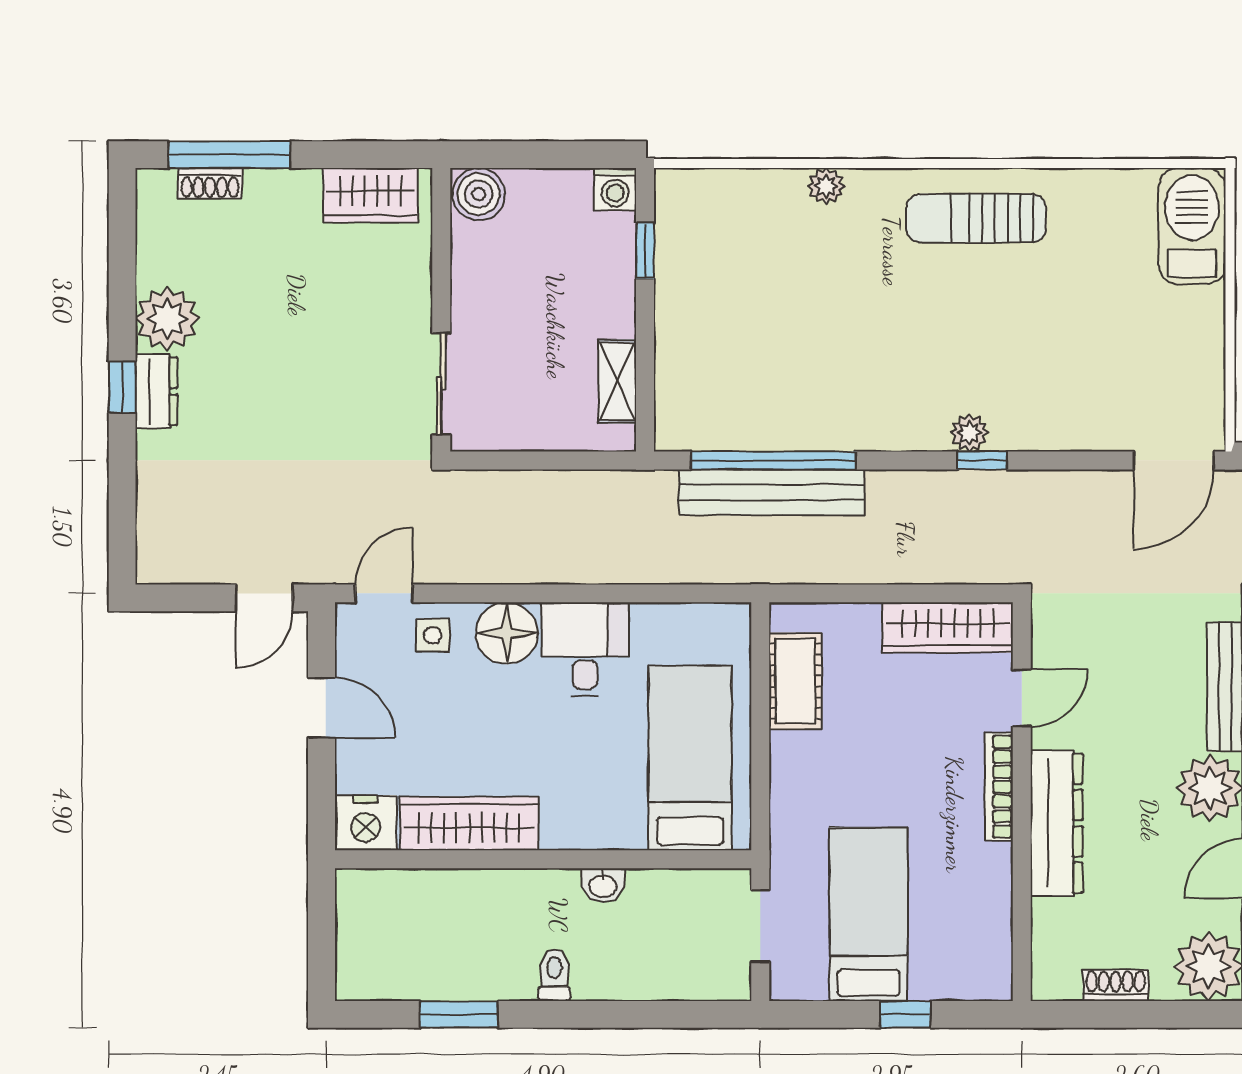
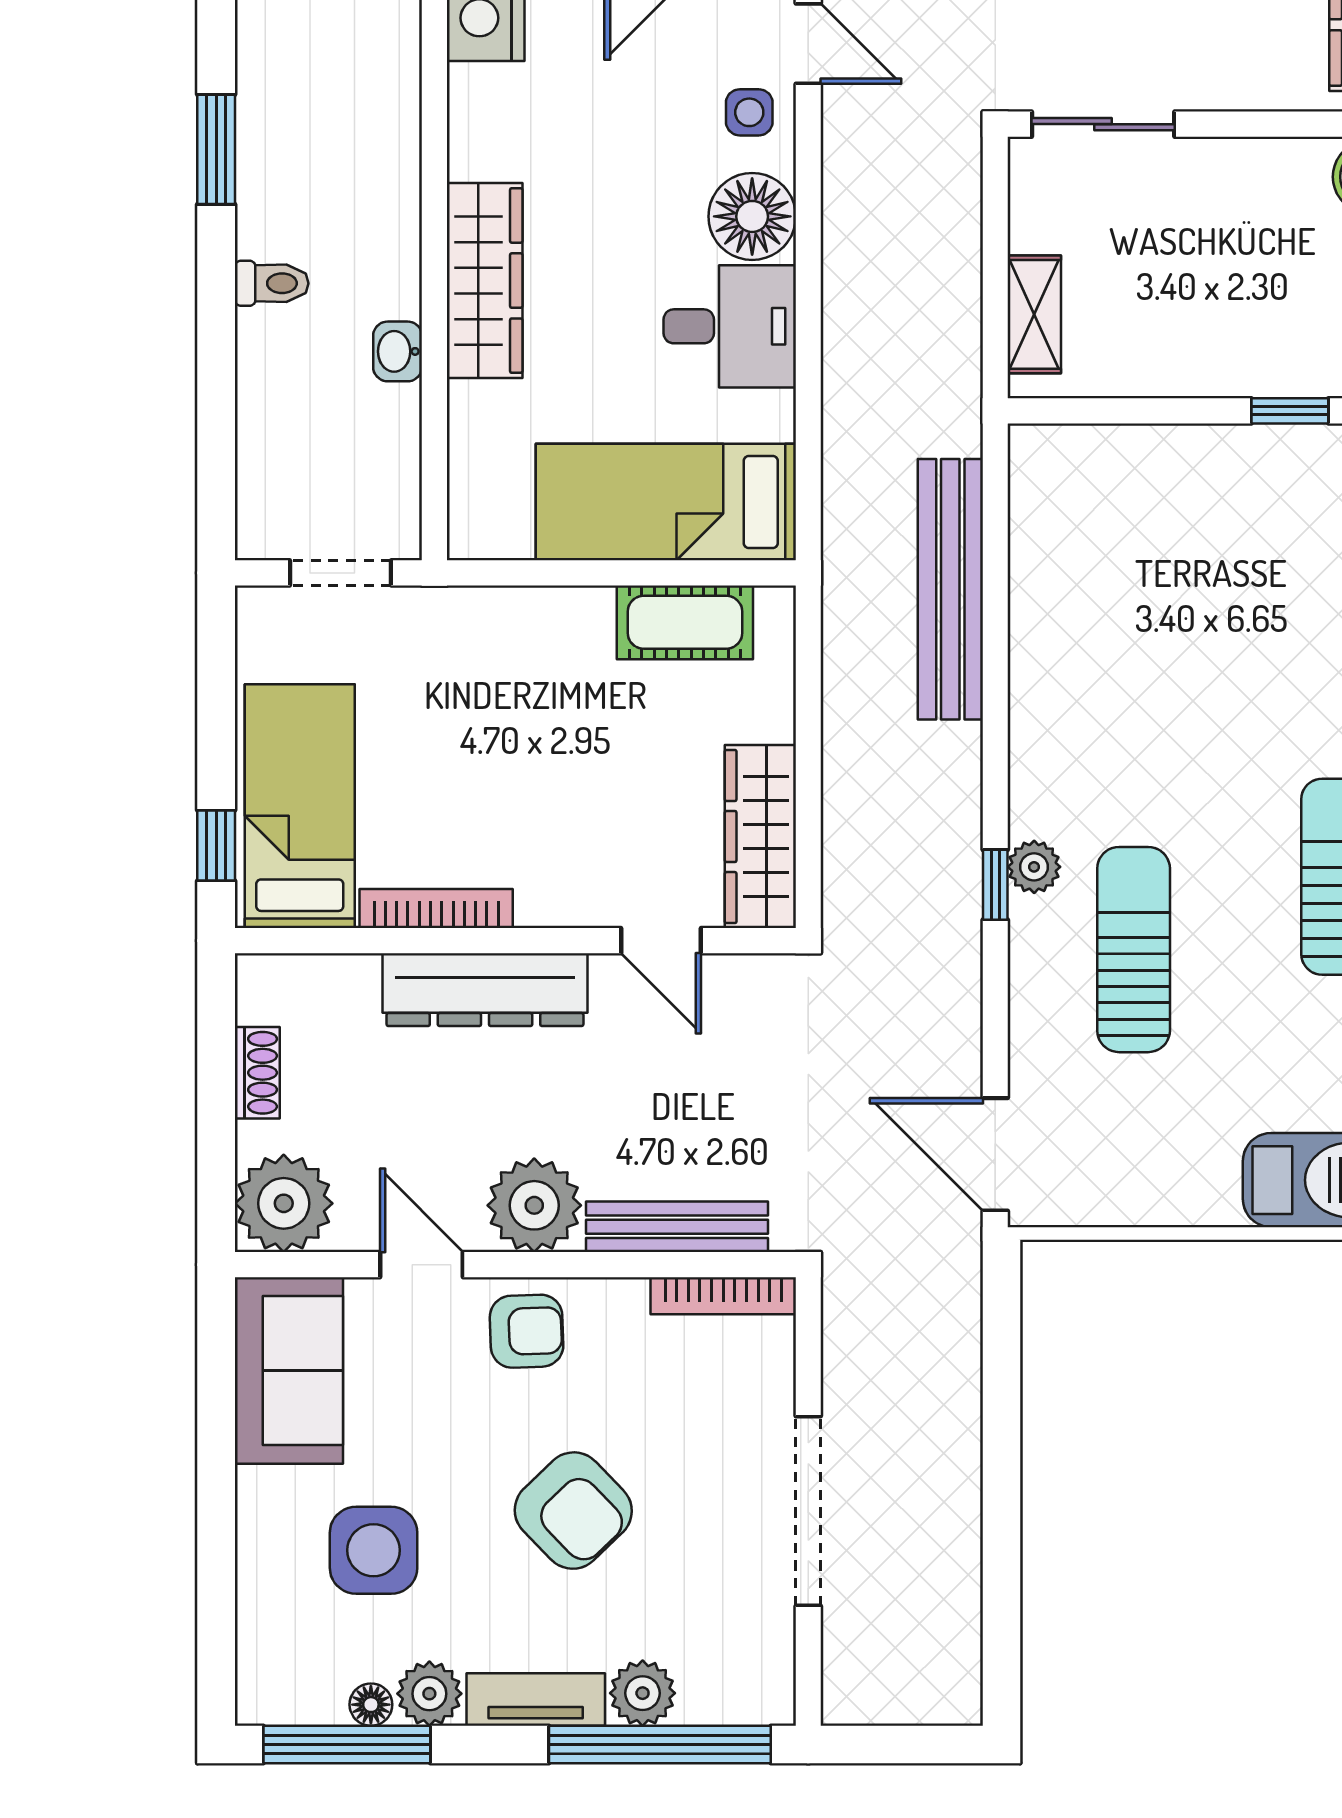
sun lounger: (1028, 362) -> (1134, 950), added
shelving: (617, 381) -> (1034, 314), moved, turned 90
window: (773, 460) -> (995, 591), removed
bed: (690, 758) -> (666, 502), moved, turned 180
bookcase: (999, 787) -> (436, 909), moved
wardrobe: (469, 824) -> (485, 281), moved
bed: (868, 914) -> (300, 806), moved, turned -90
window: (905, 1014) -> (216, 846), moved

